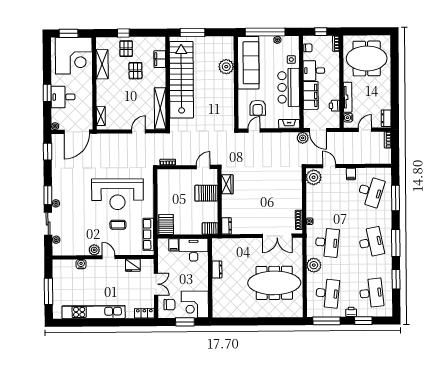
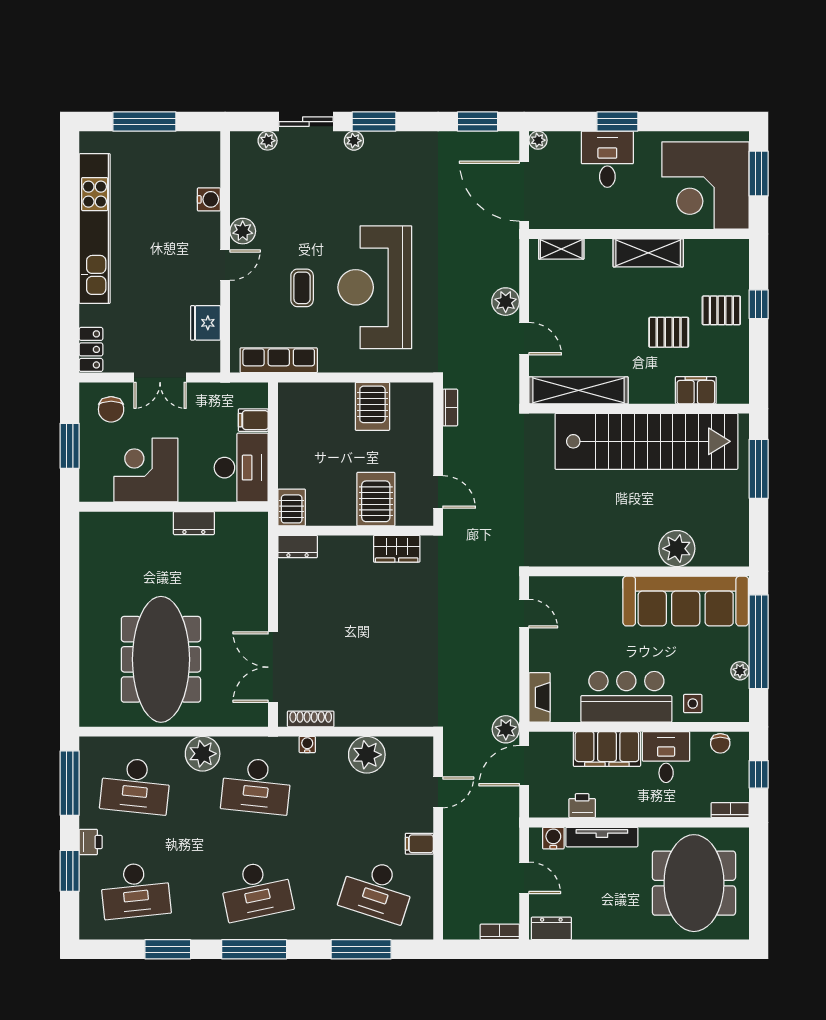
shelving: (102, 64) -> (648, 253), moved
armchair: (258, 108) -> (578, 623), removed
plant: (123, 139) -> (506, 302), added
plant: (314, 177) -> (367, 755), moved
server rack: (166, 225) -> (372, 406), moved, turned 90
corner desk: (195, 304) -> (146, 470), moved

